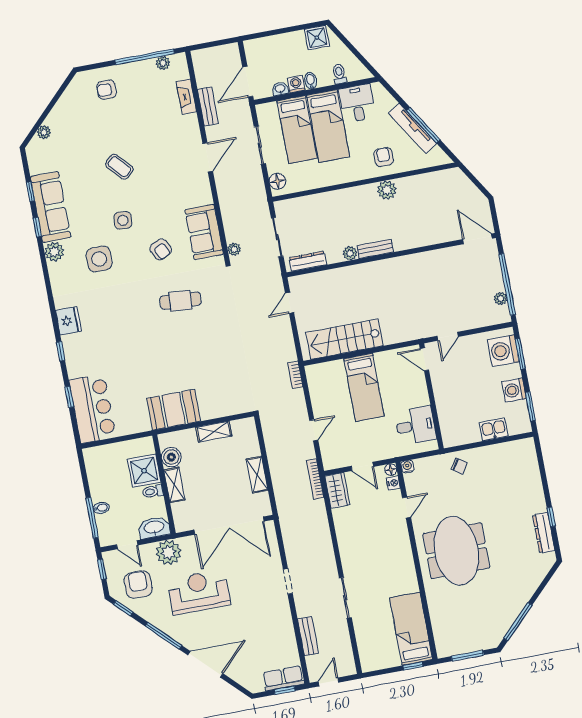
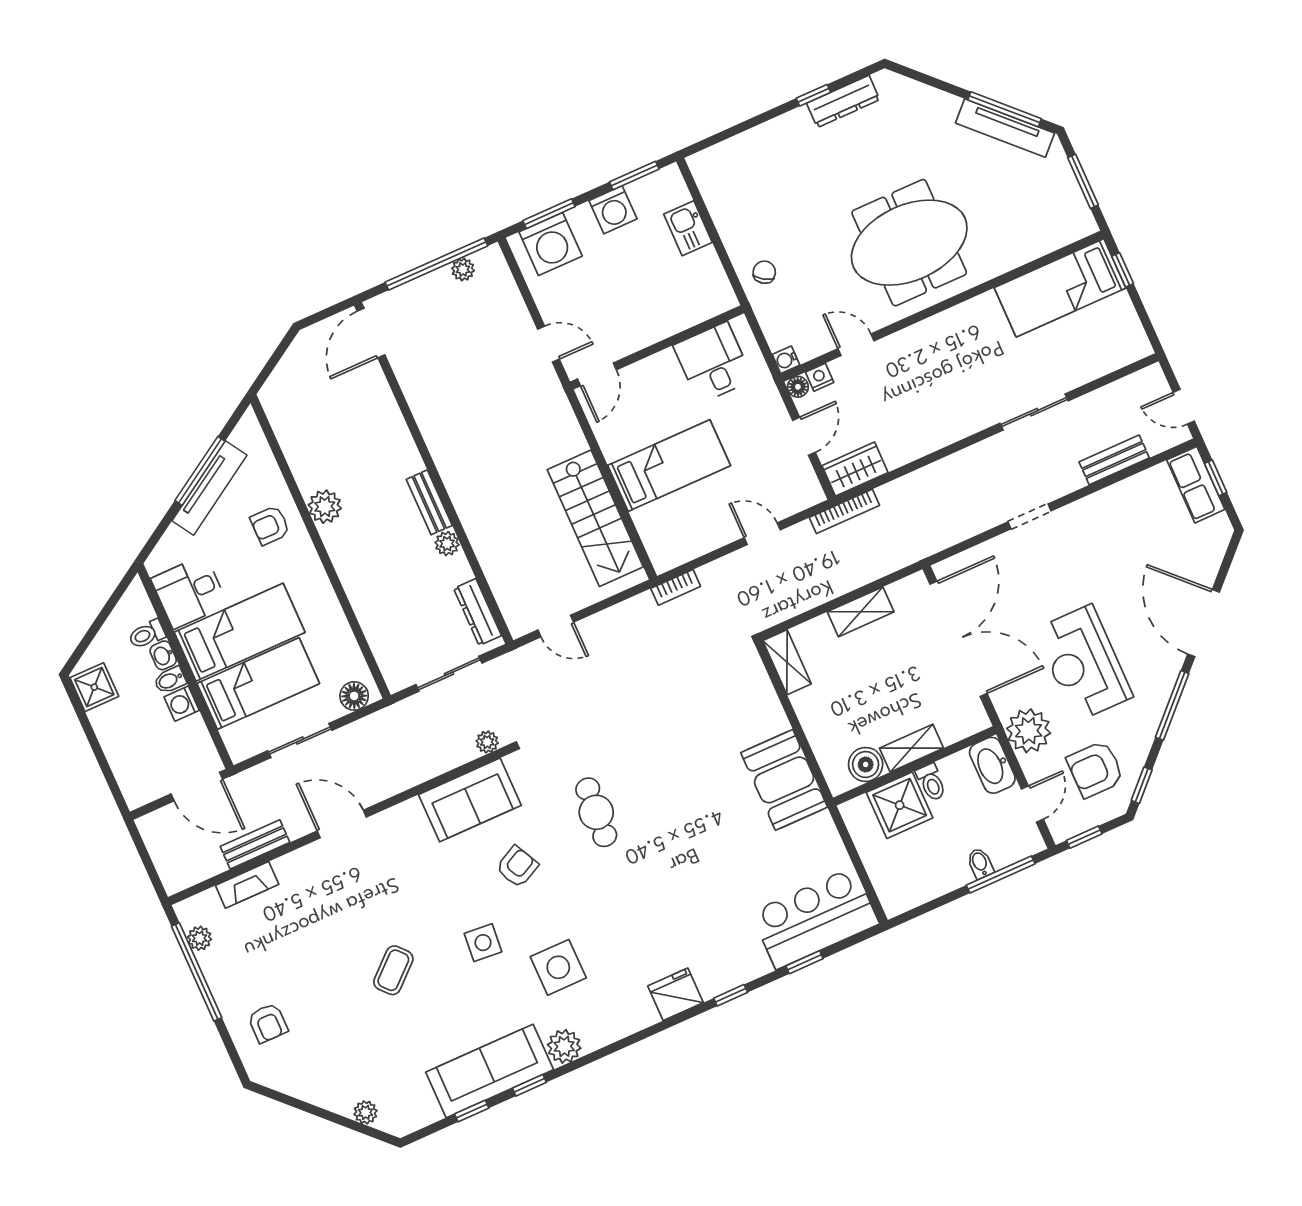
washbasin: (280, 89) -> (163, 655), moved
shelving: (214, 432) -> (787, 662), moved
tv unit: (507, 619) -> (1005, 128), added

